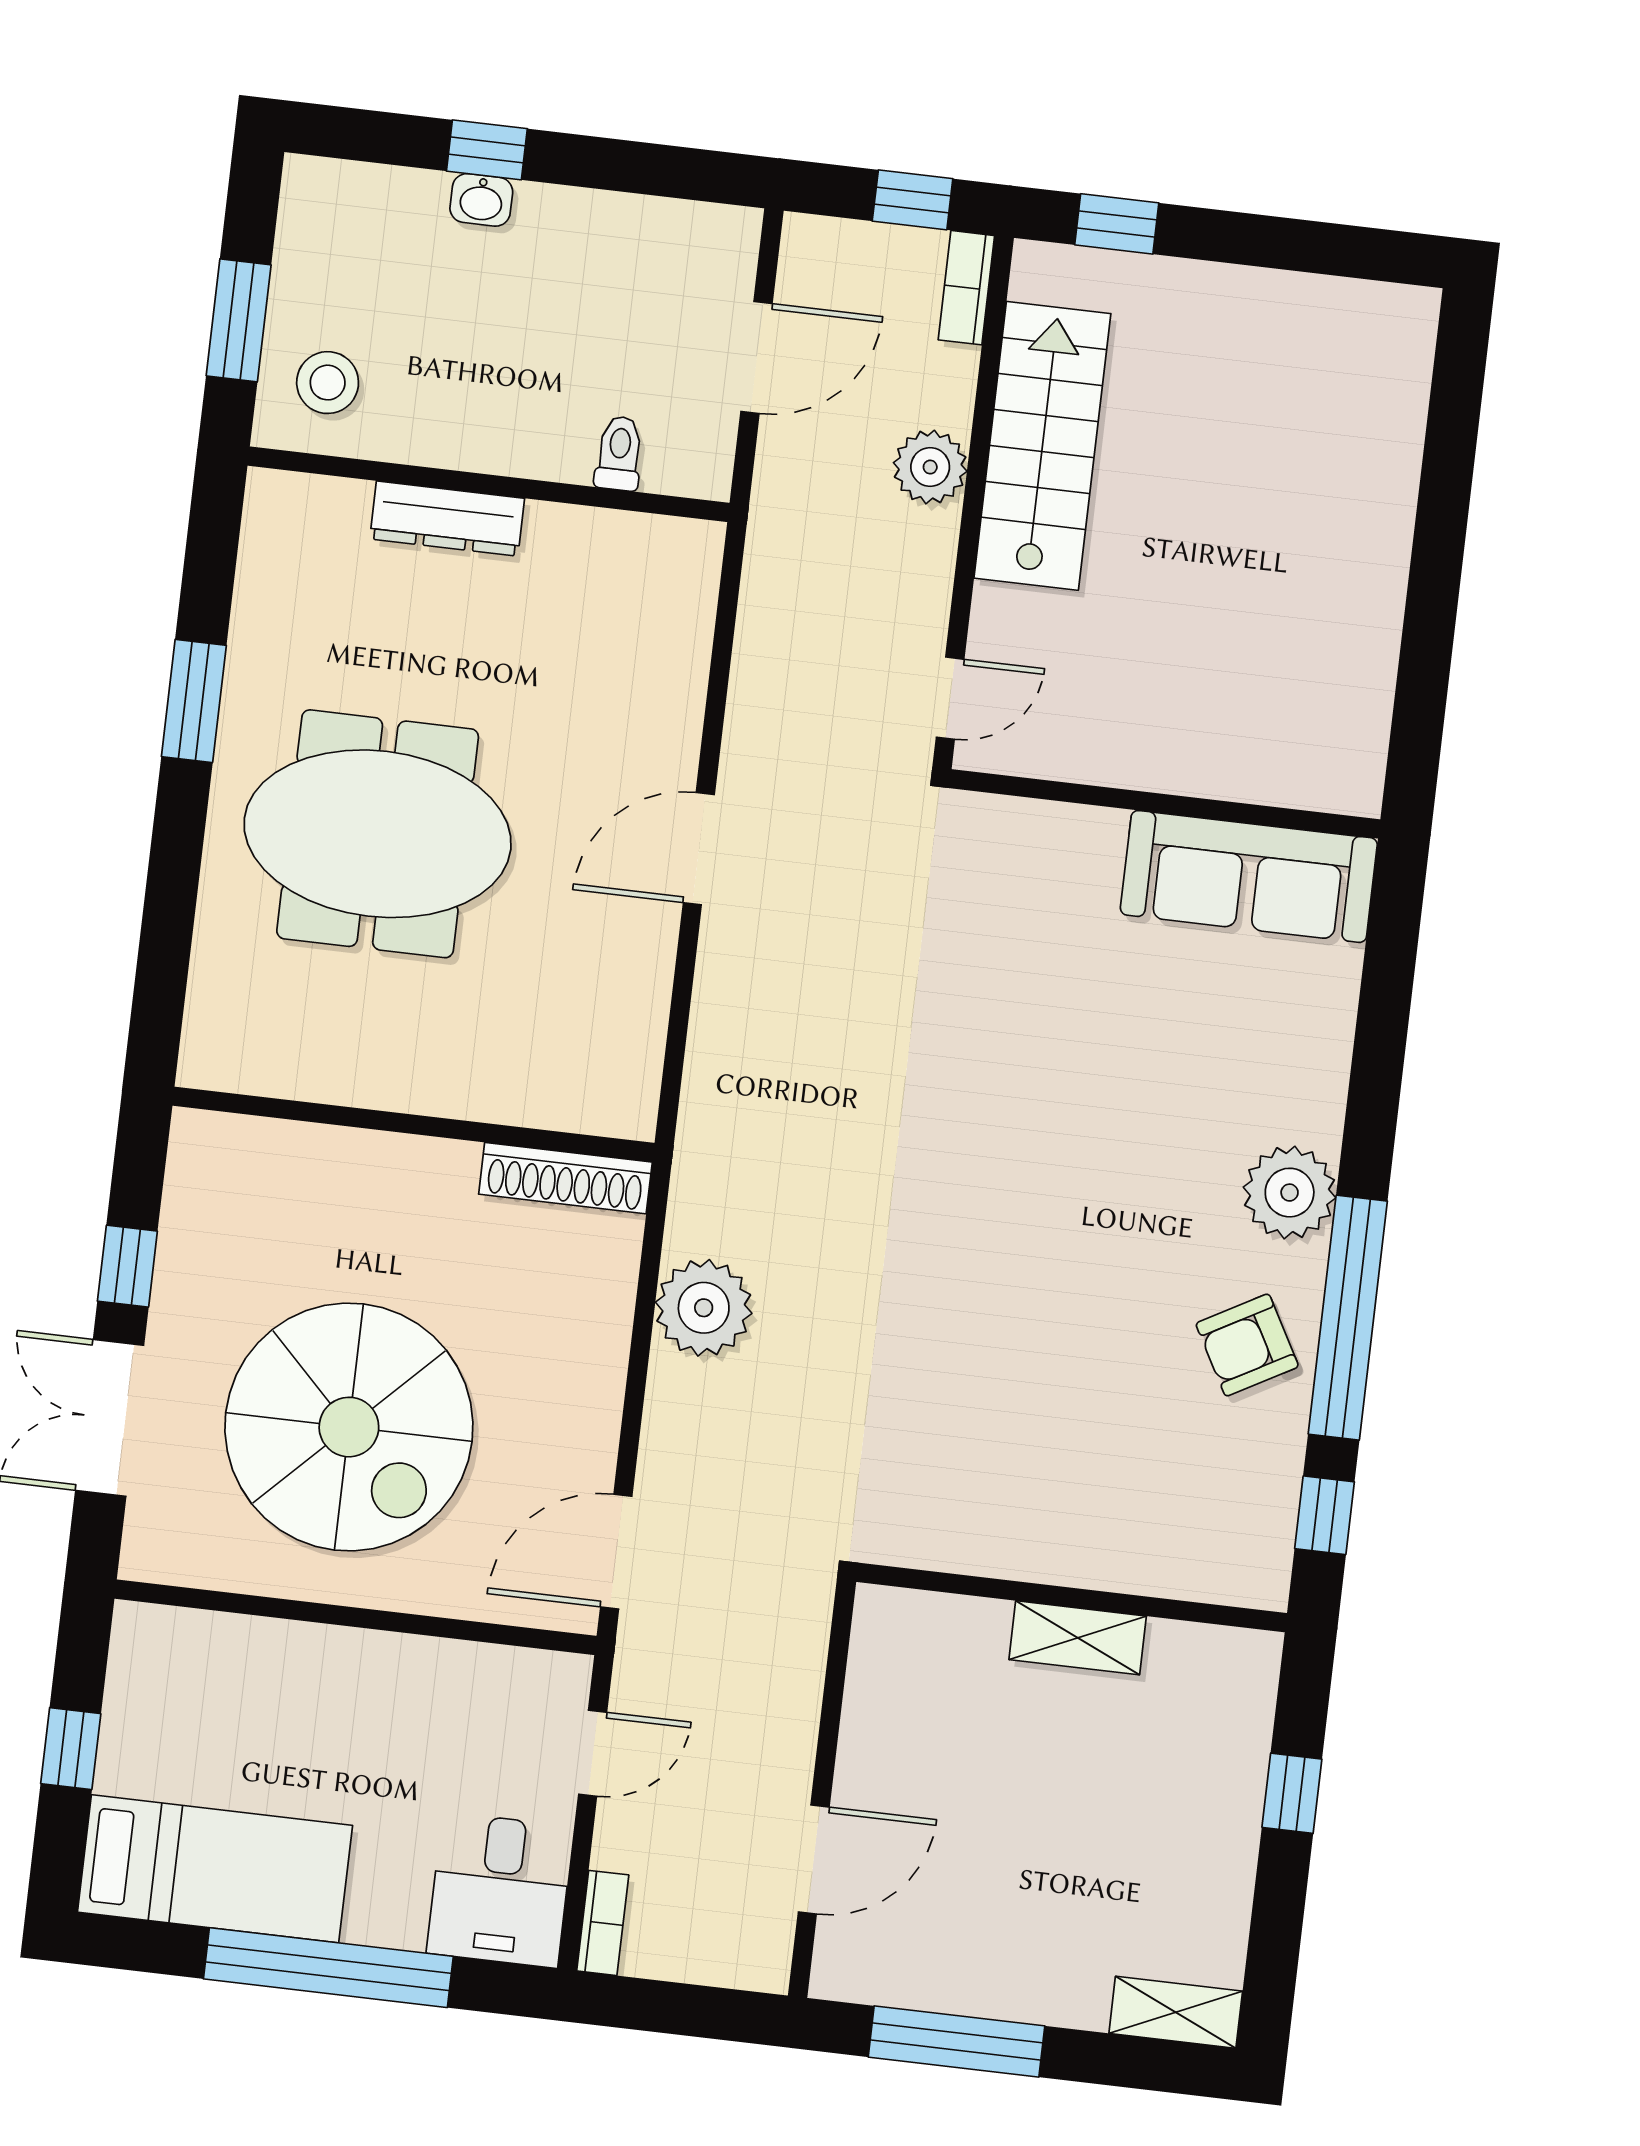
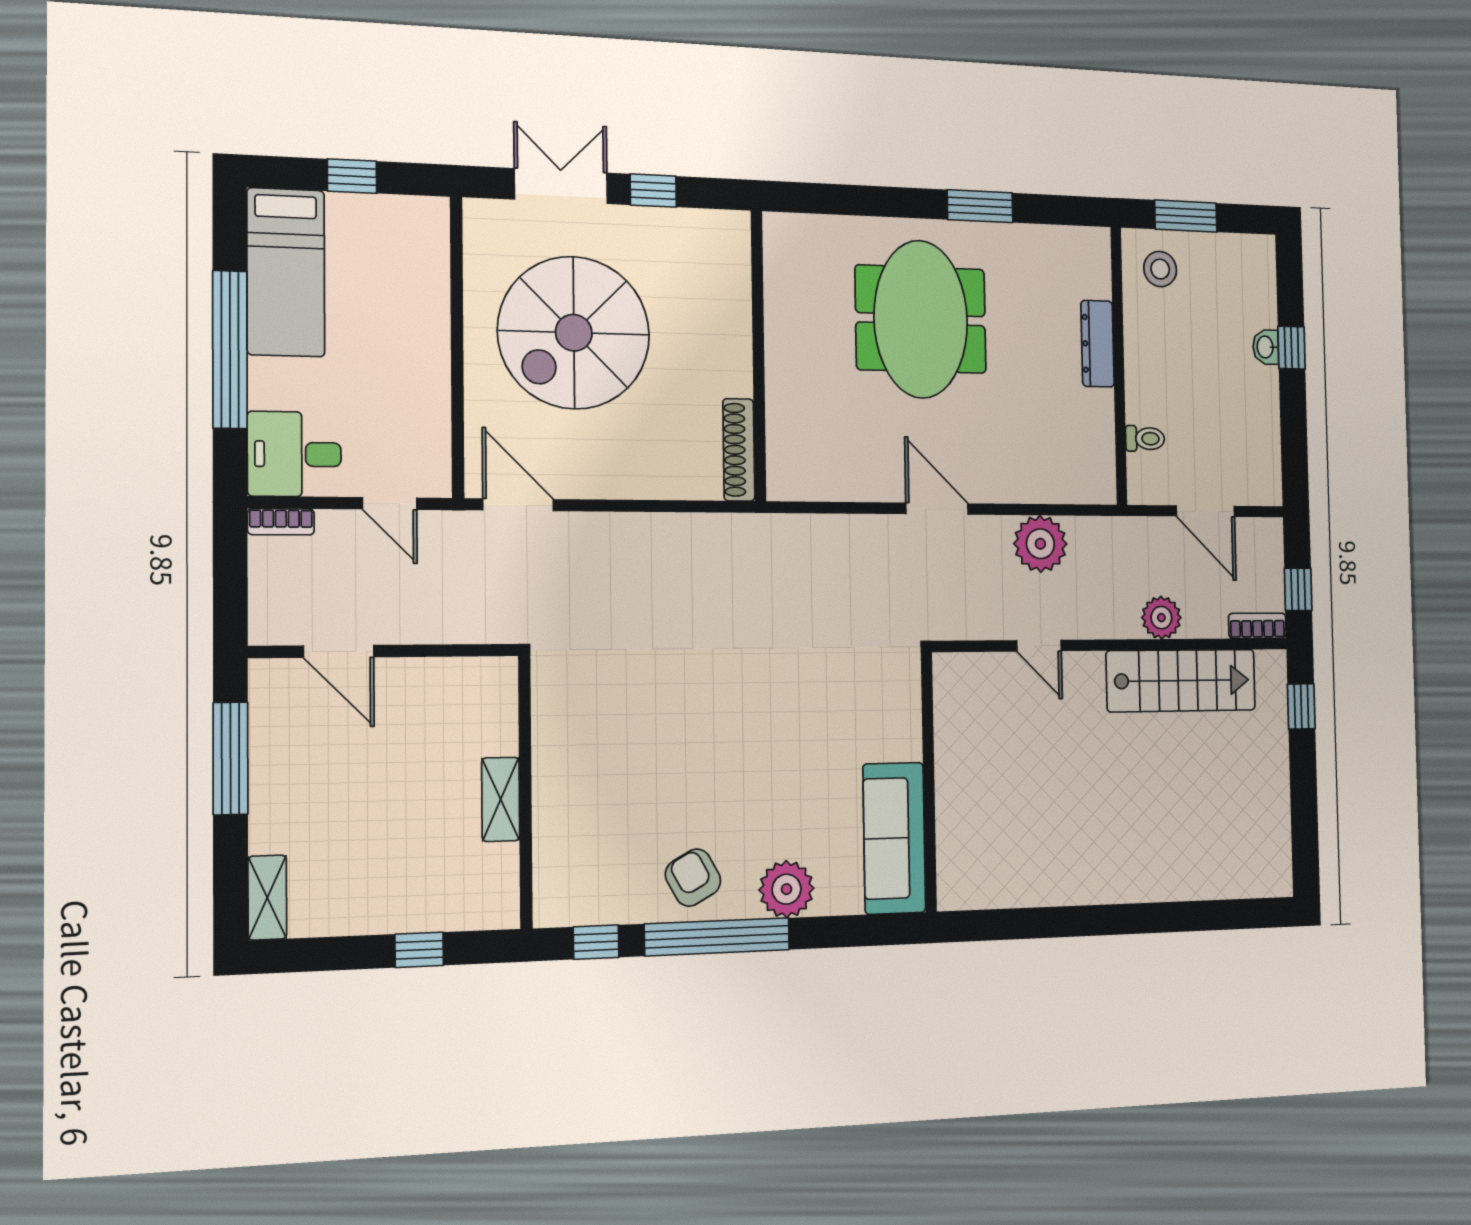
wall: (1165, 804) -> (929, 782), moved
sofa: (1249, 876) -> (894, 838), moved
plant: (704, 1308) -> (1040, 544), moved

